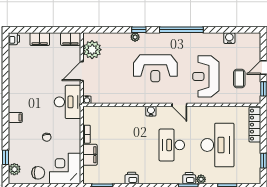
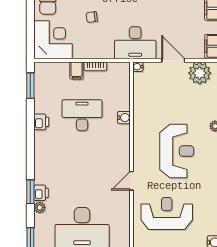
reception desk: (155, 68) -> (177, 151), turned 180
water cooler: (151, 111) -> (124, 118), moved
desk: (172, 145) -> (82, 115), moved
filing cabinet: (90, 155) -> (76, 70), width x0.50

